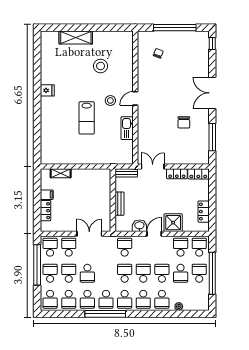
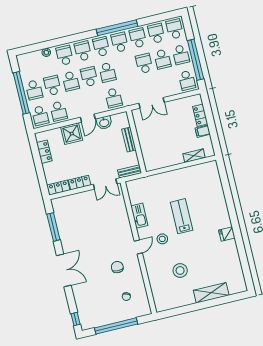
chair: (184, 122) -> (117, 267), moved
school desk: (69, 247) -> (169, 85), removed
school desk: (143, 273) -> (89, 77), turned 180

